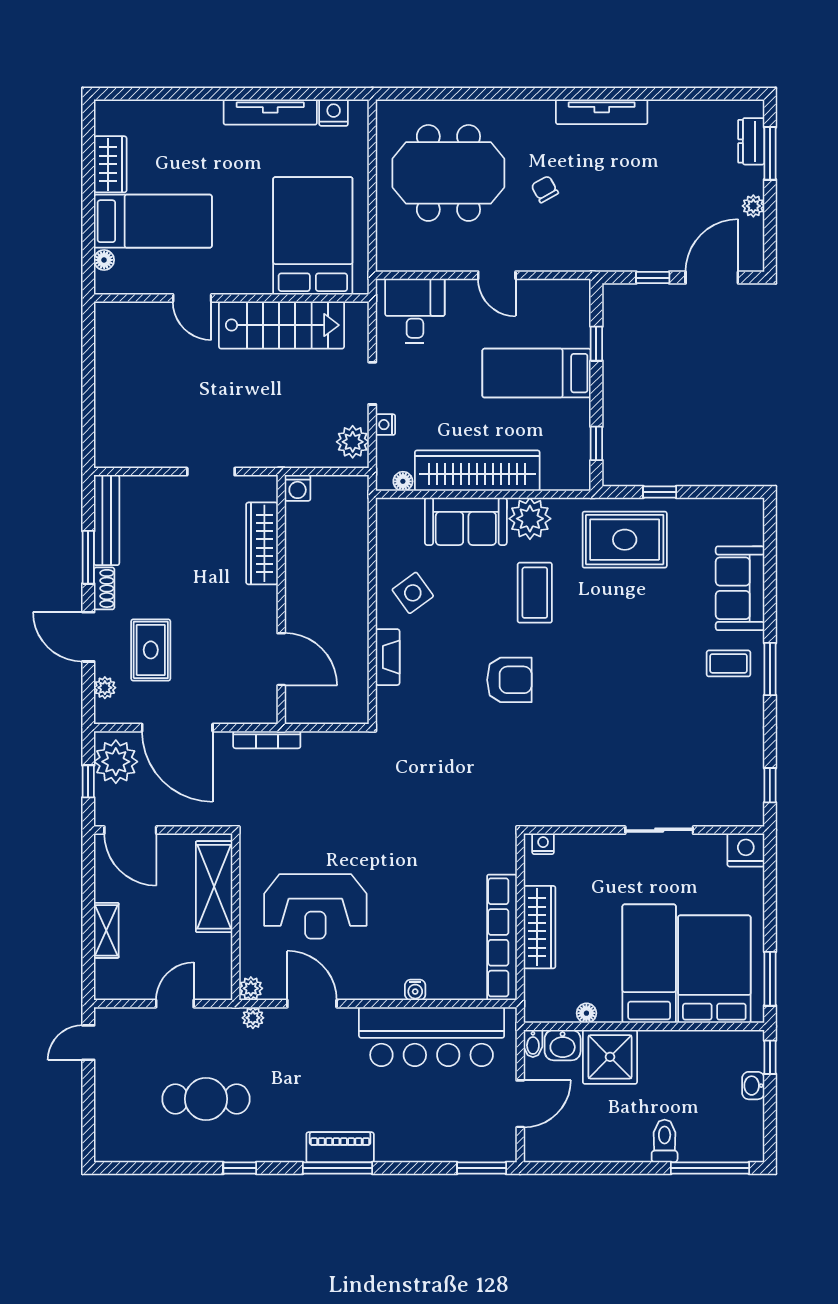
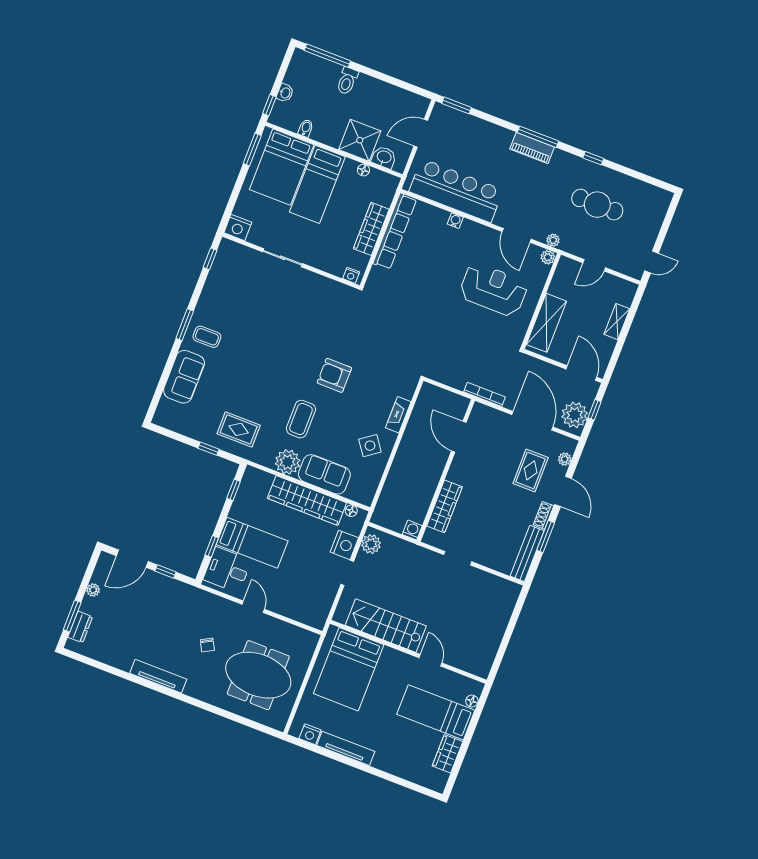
desk: (415, 311) -> (227, 570), moved, turned 90
nightstand: (385, 425) -> (344, 545), width x1.89, depth x1.79
rug: (625, 540) -> (239, 429), width x0.73, depth x0.70
bidet: (533, 1044) -> (306, 128), moved

